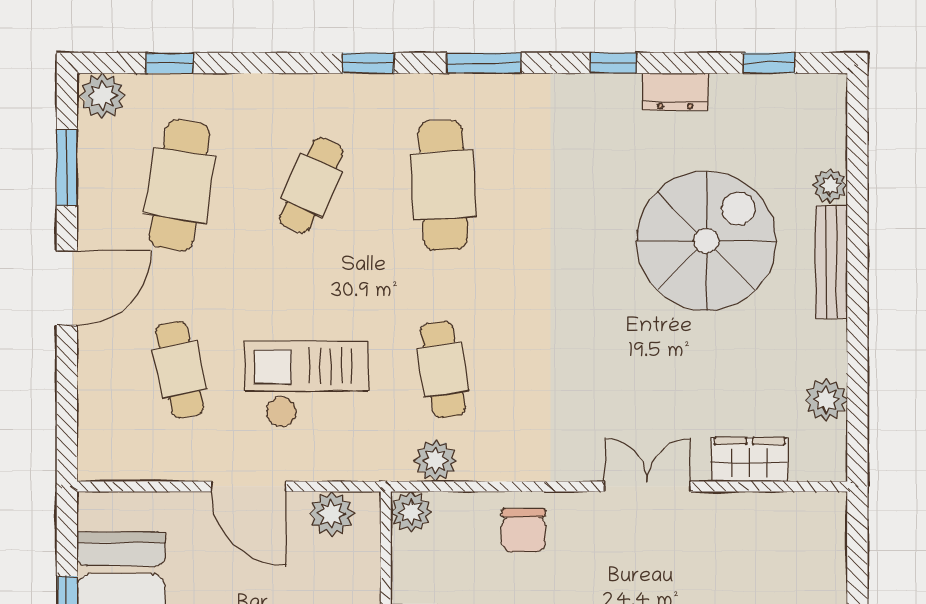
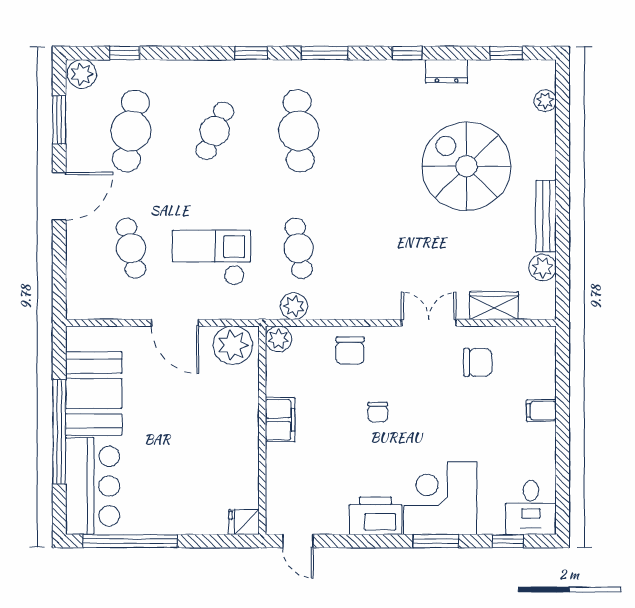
plant: (830, 185) -> (545, 101), moved
spiral stairs: (706, 241) -> (466, 166), turned -90
bench: (831, 262) -> (546, 216), moved
plant: (331, 514) -> (233, 345), width x1.36, depth x1.36
chair: (724, 549) -> (478, 362), added

